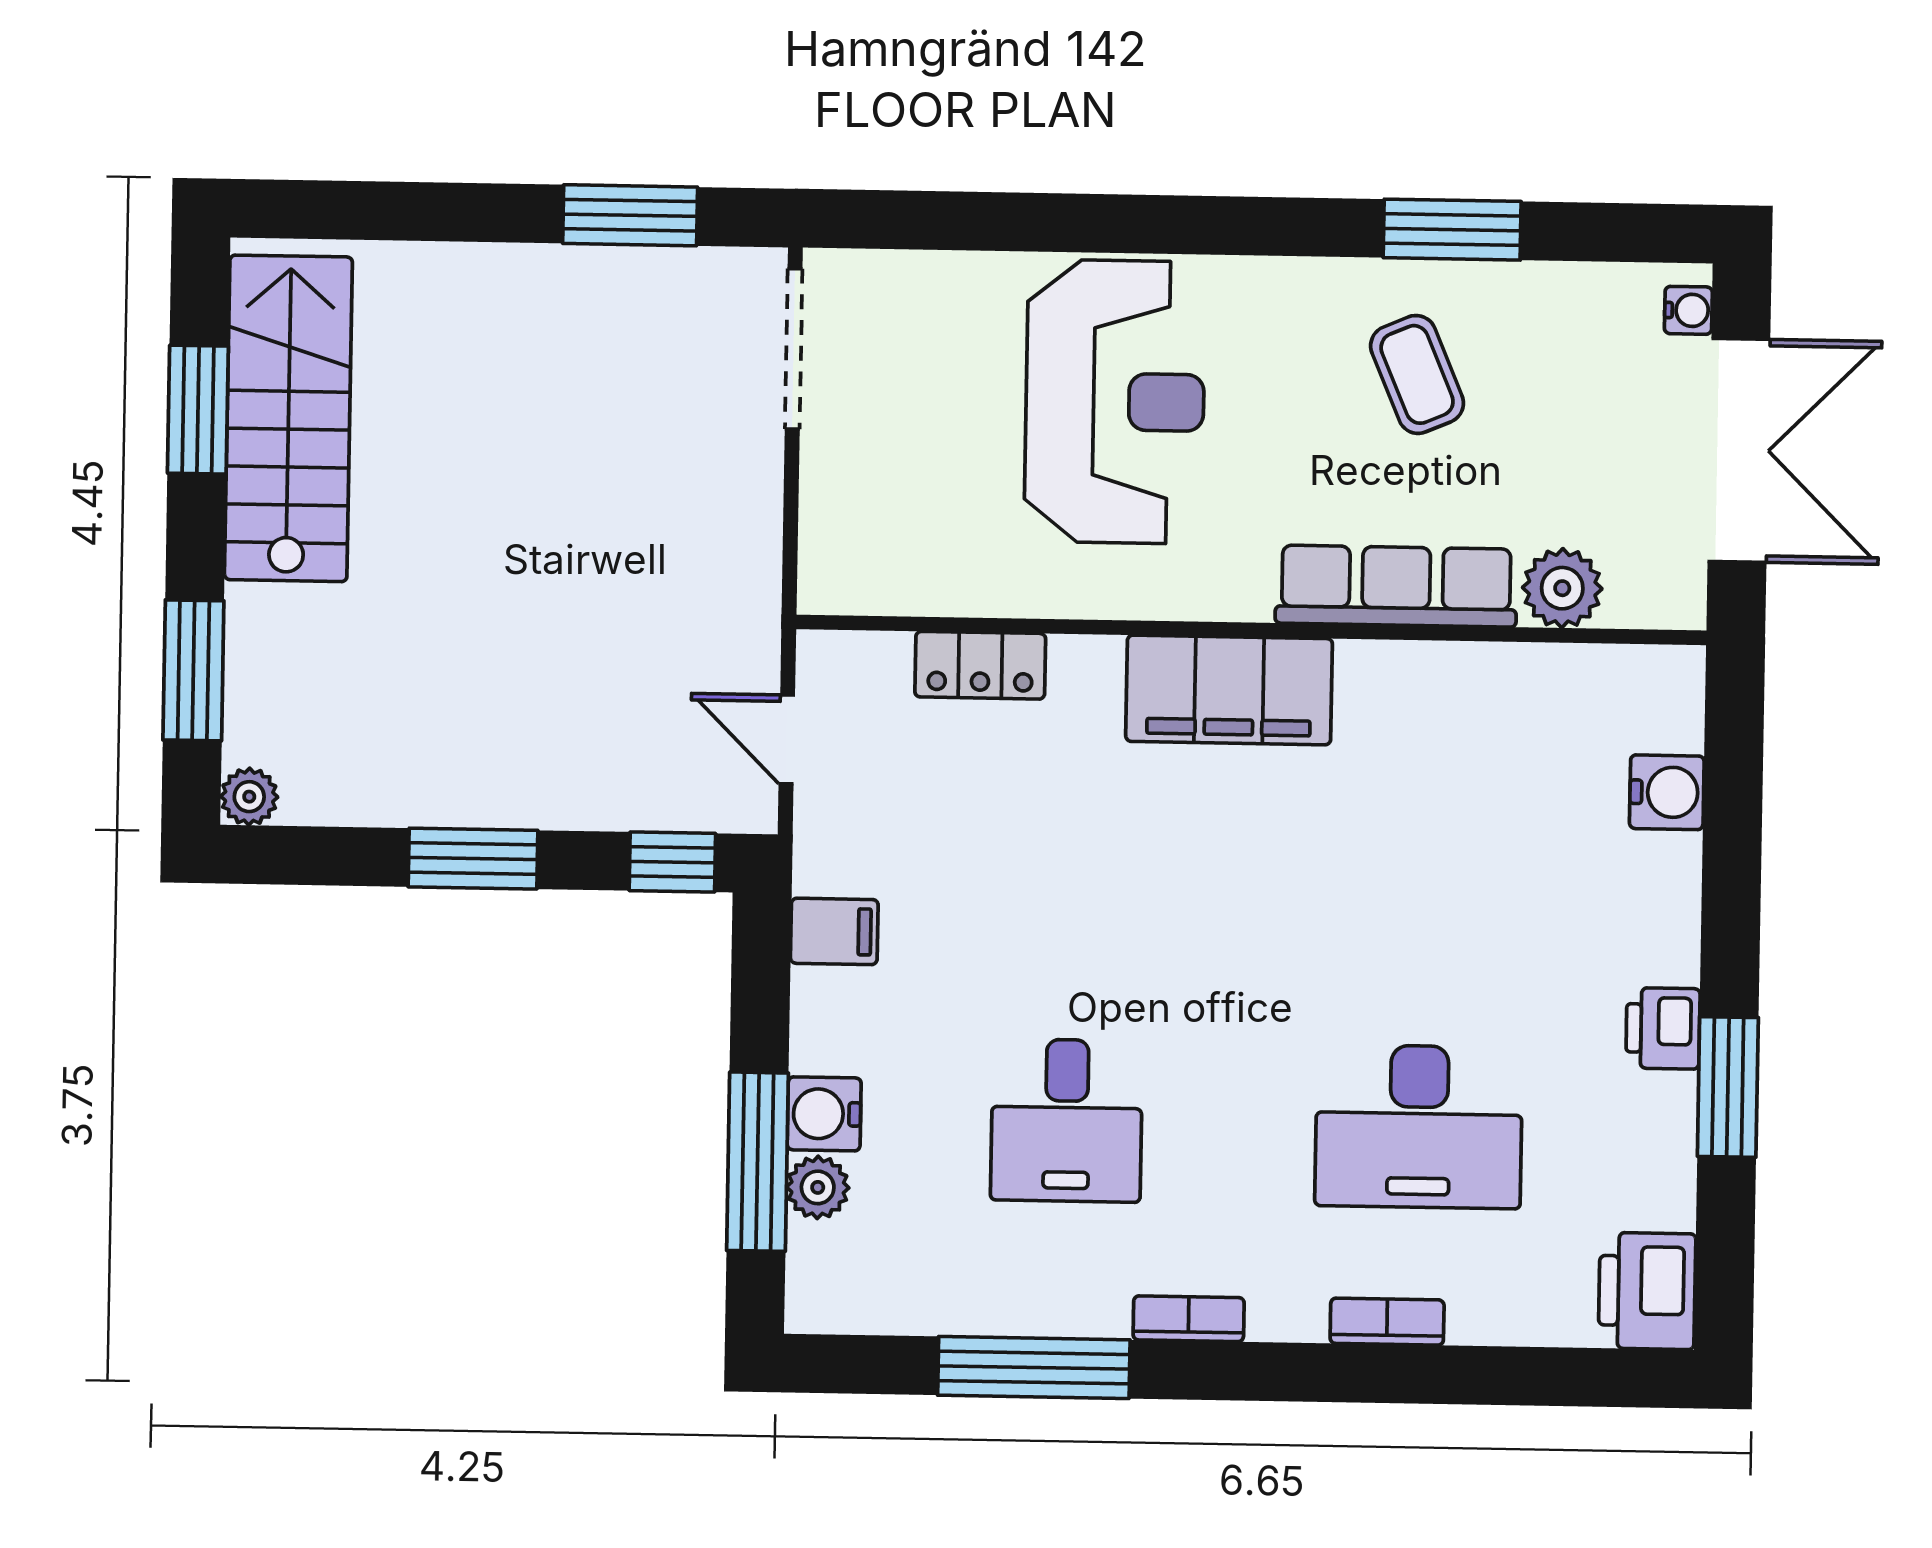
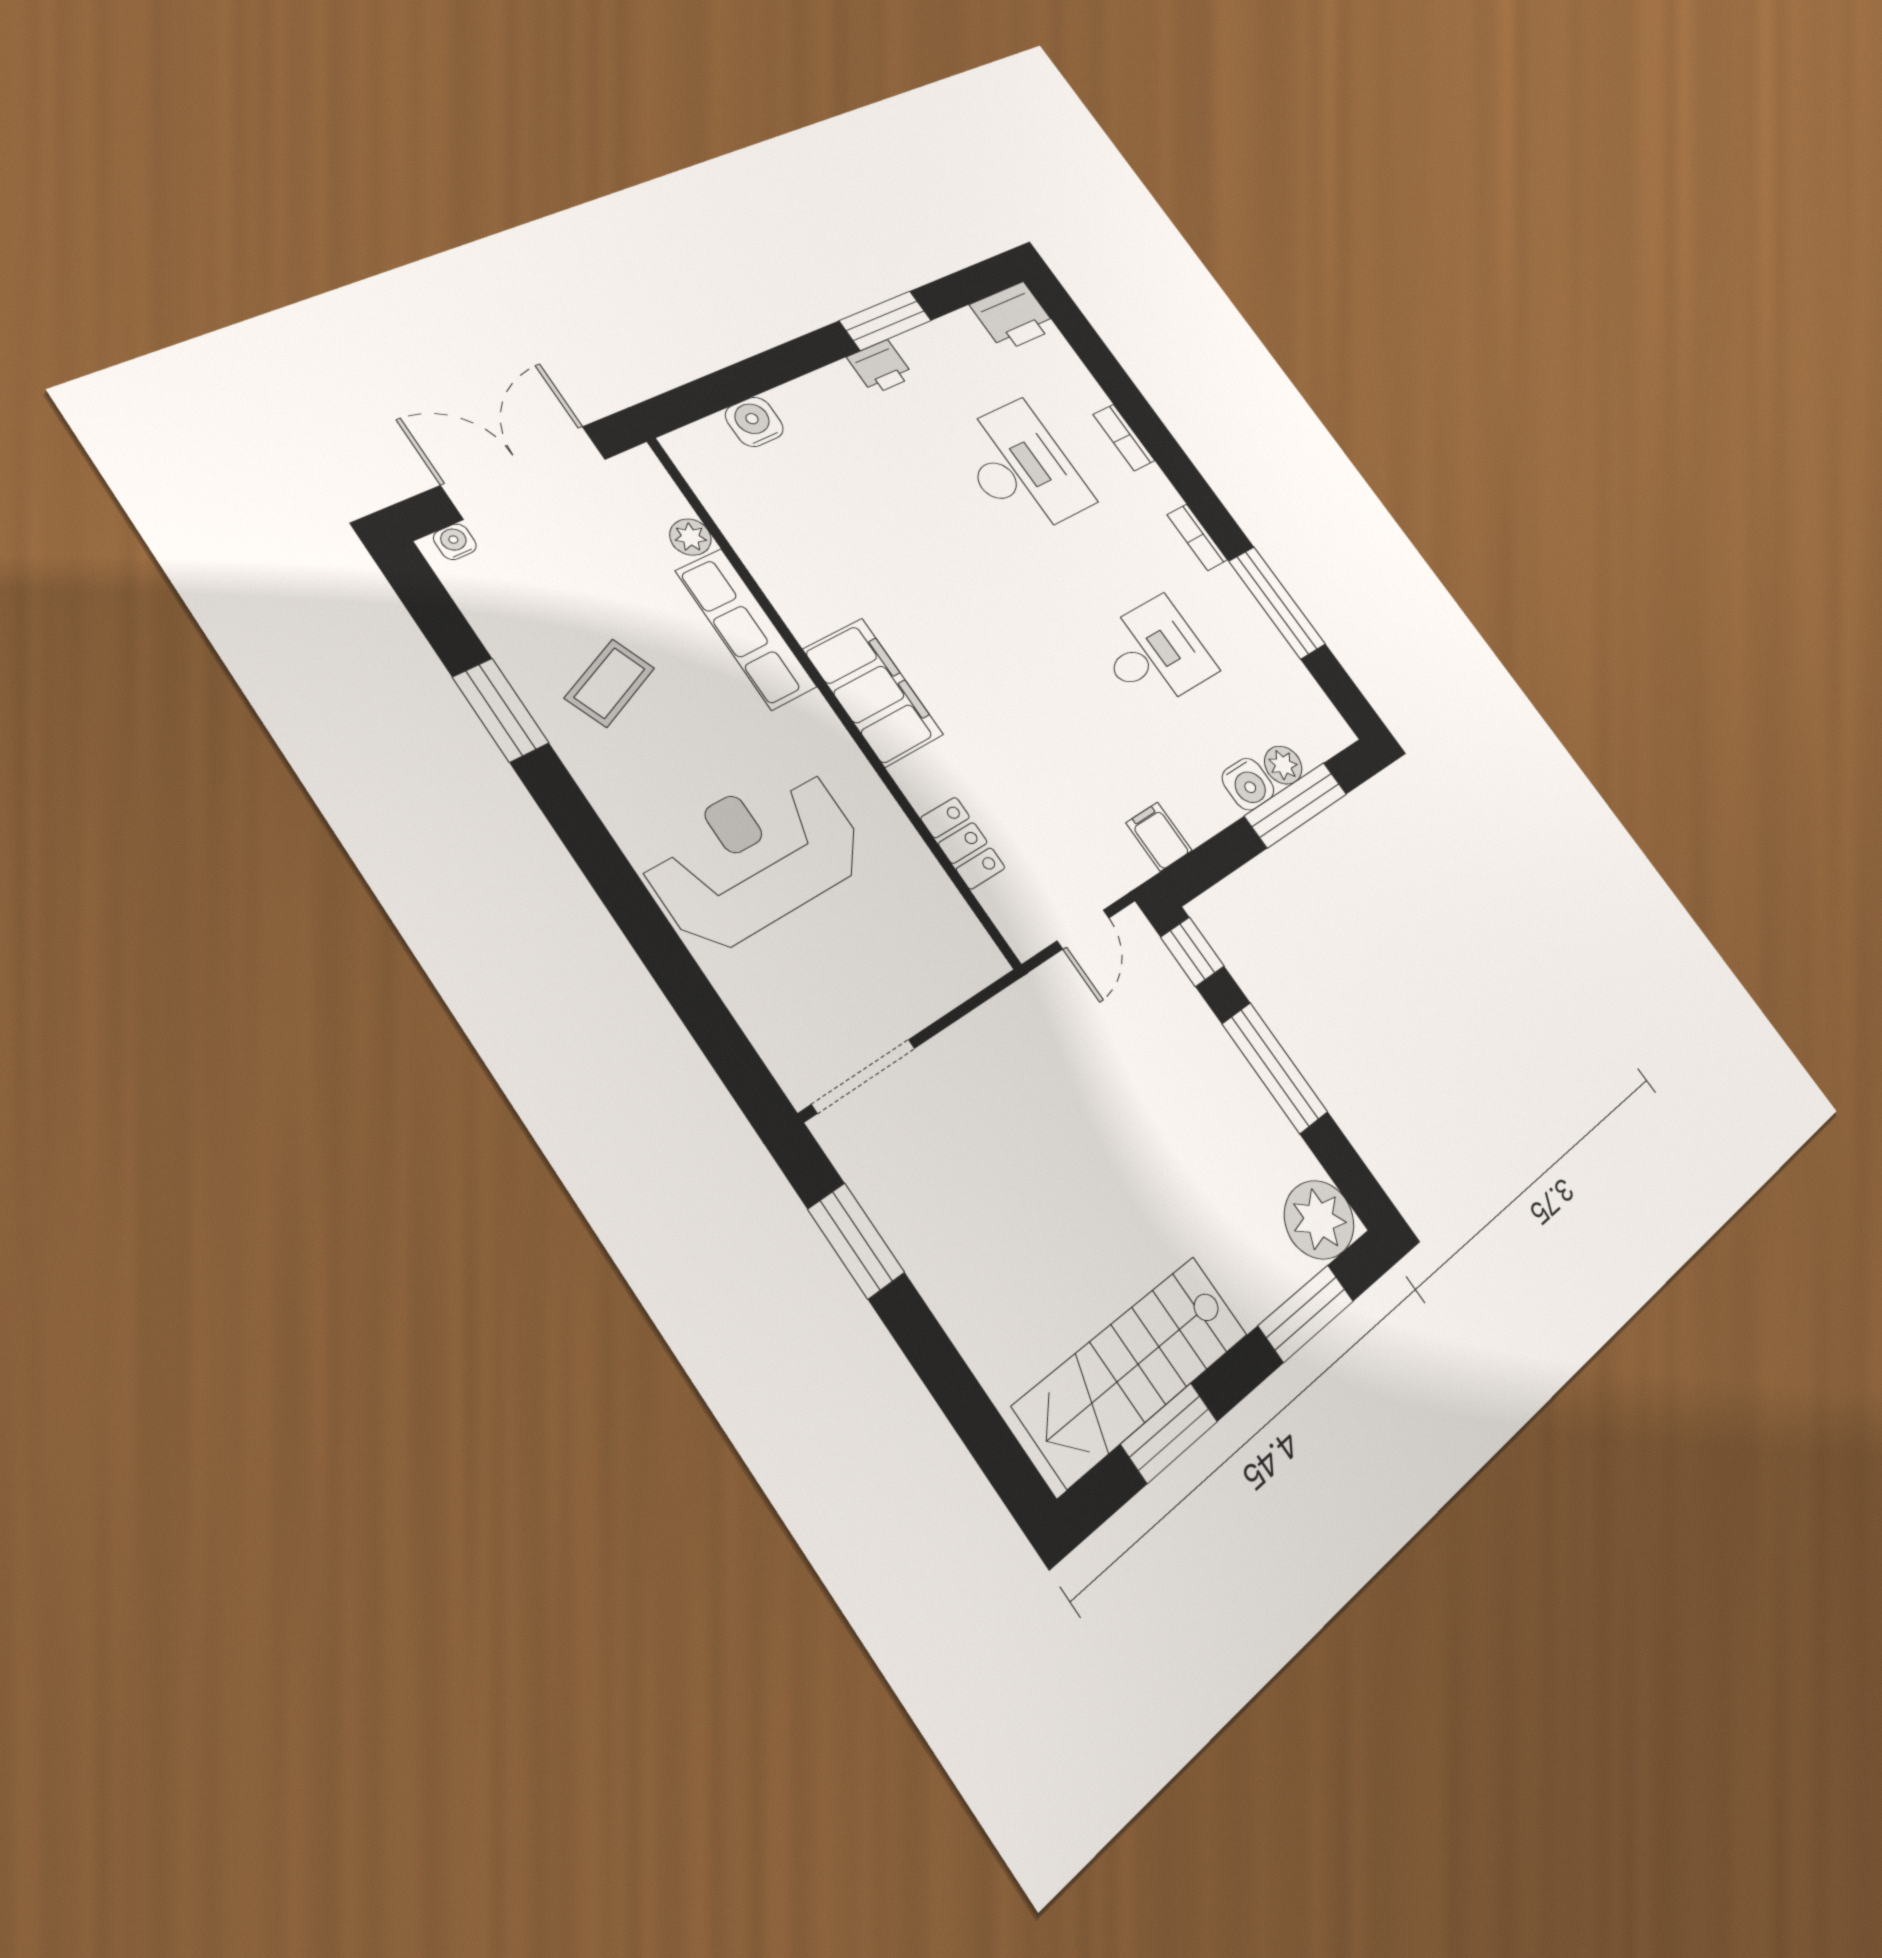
plant: (1562, 588) -> (690, 537), width x0.73, depth x0.73
plant: (249, 797) -> (1319, 1220), width x1.88, depth x1.88
window: (473, 859) -> (1275, 1068), width x1.44

